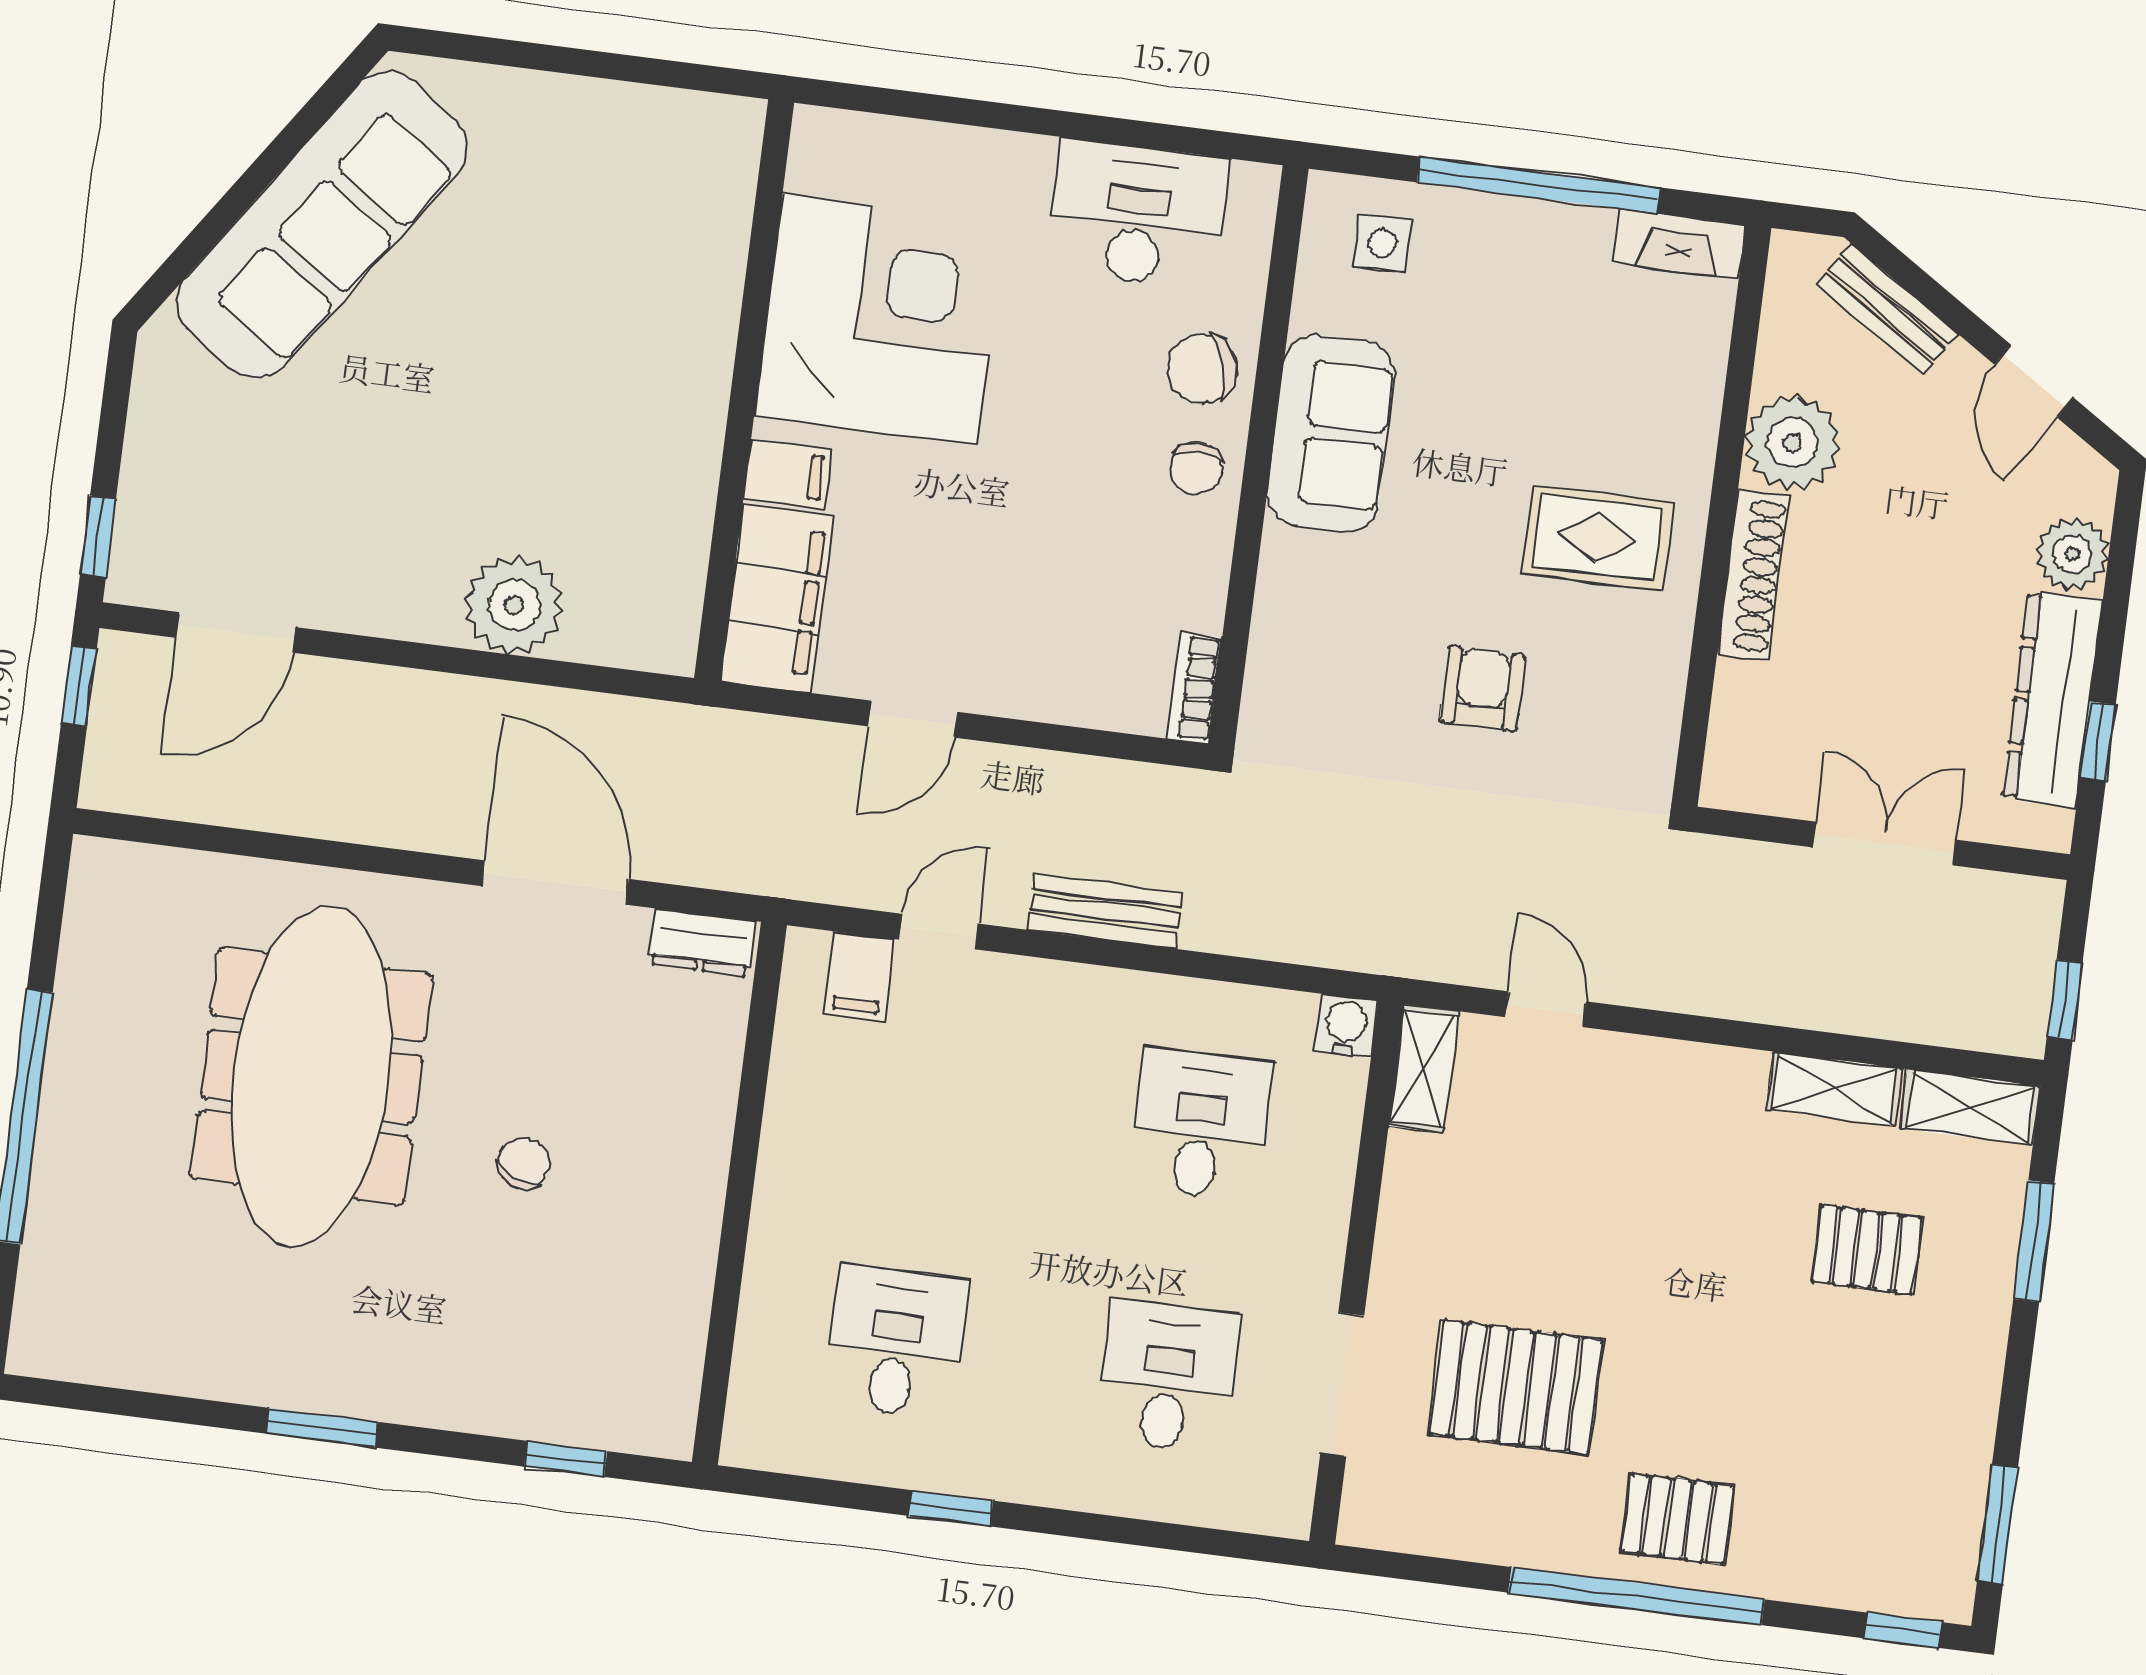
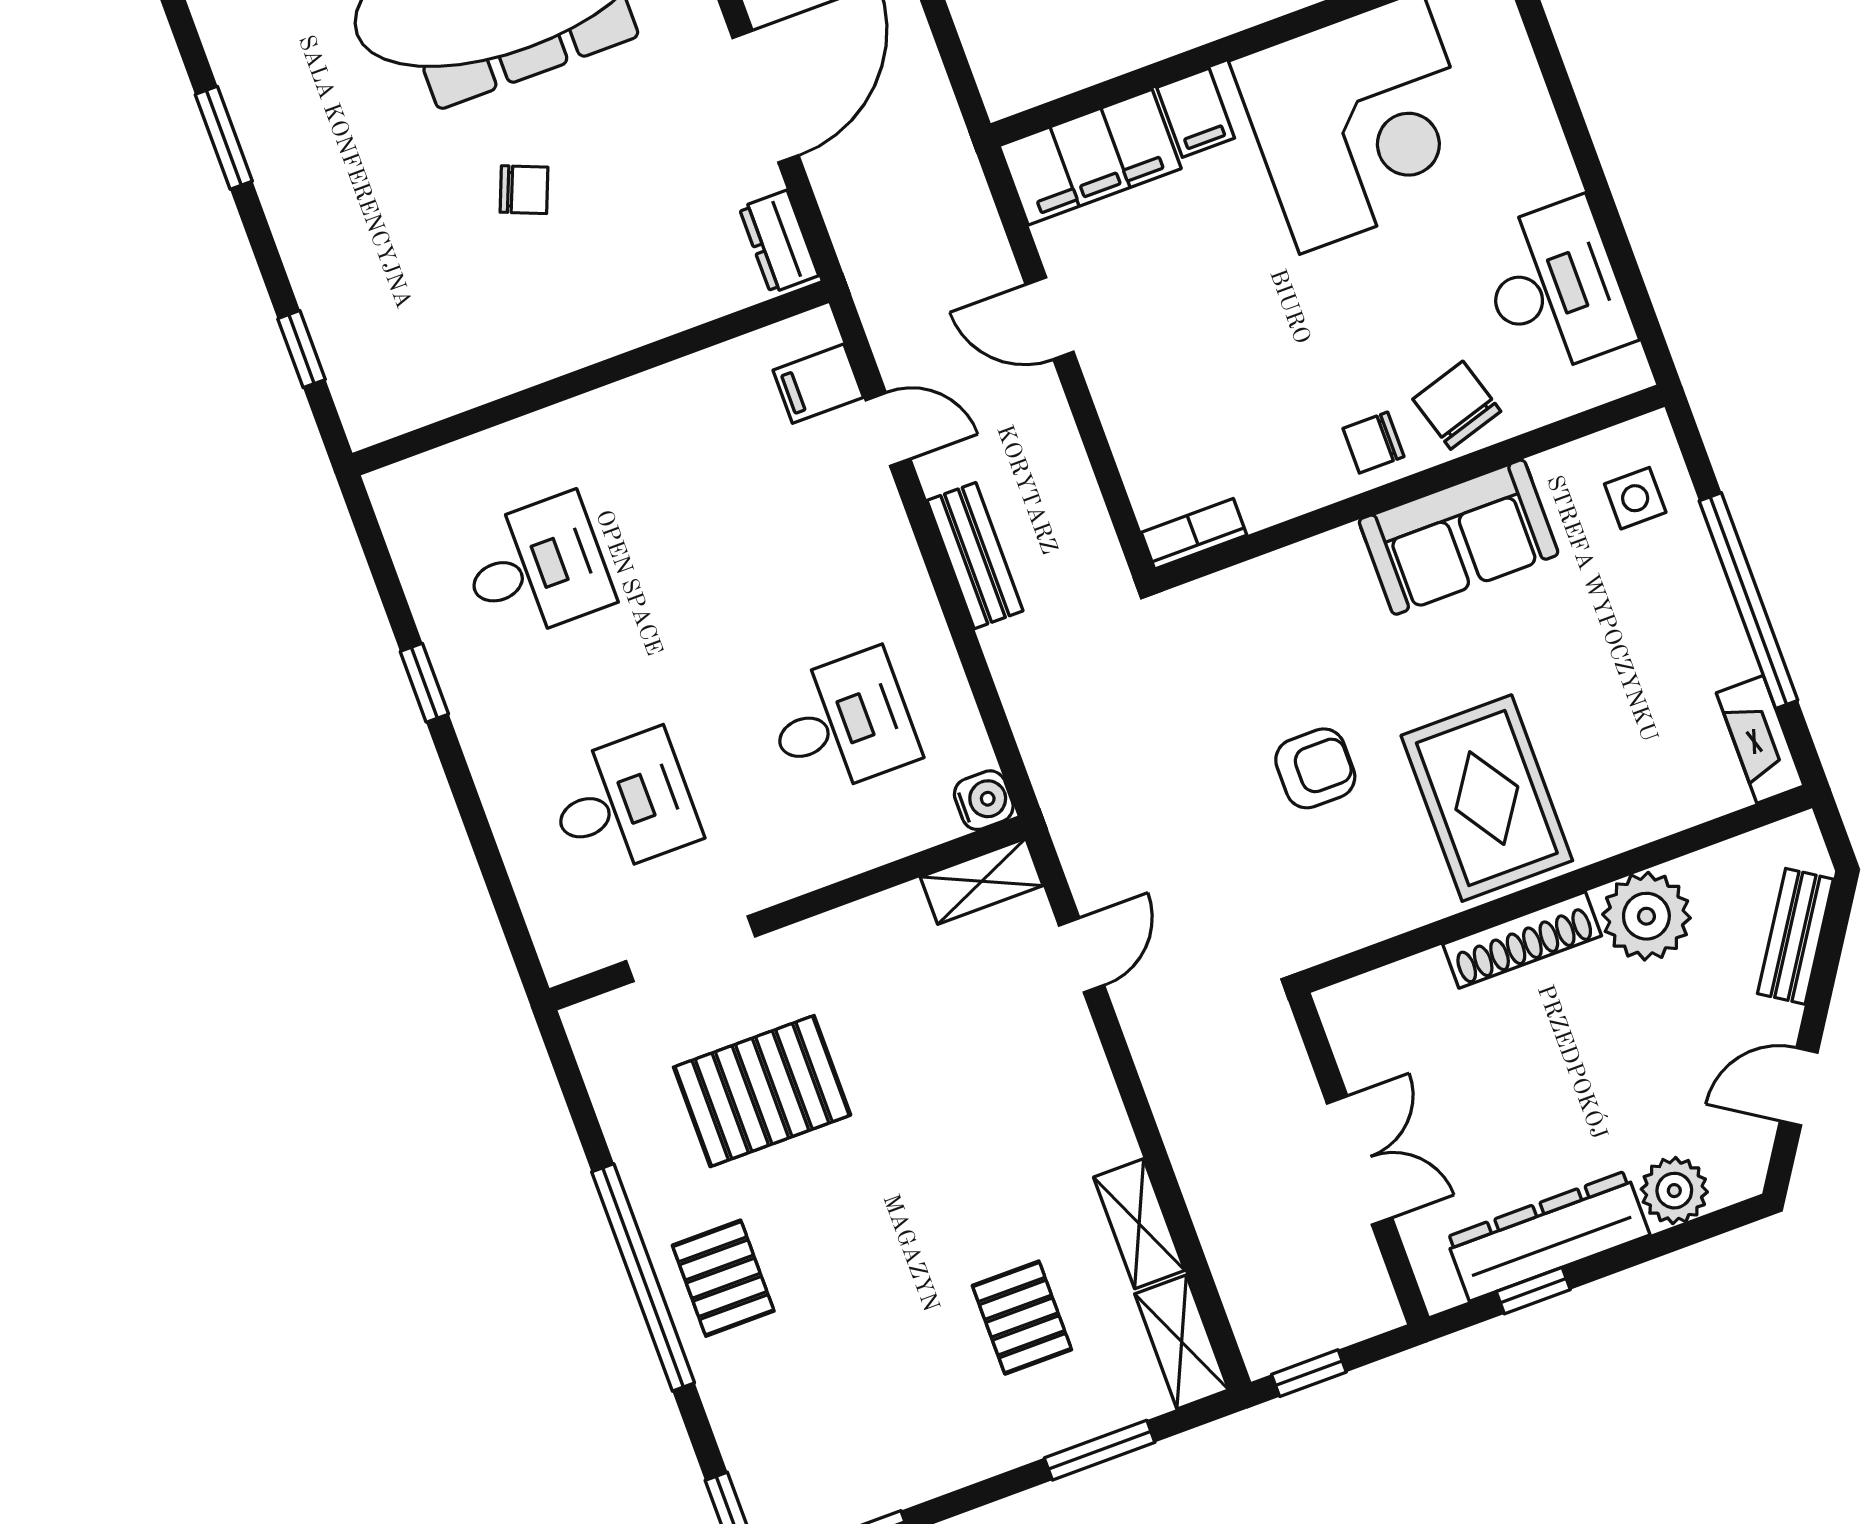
rug: (1598, 538) -> (1487, 798), width x1.36, depth x1.43
pallet: (1516, 1387) -> (762, 1091), turned 90

